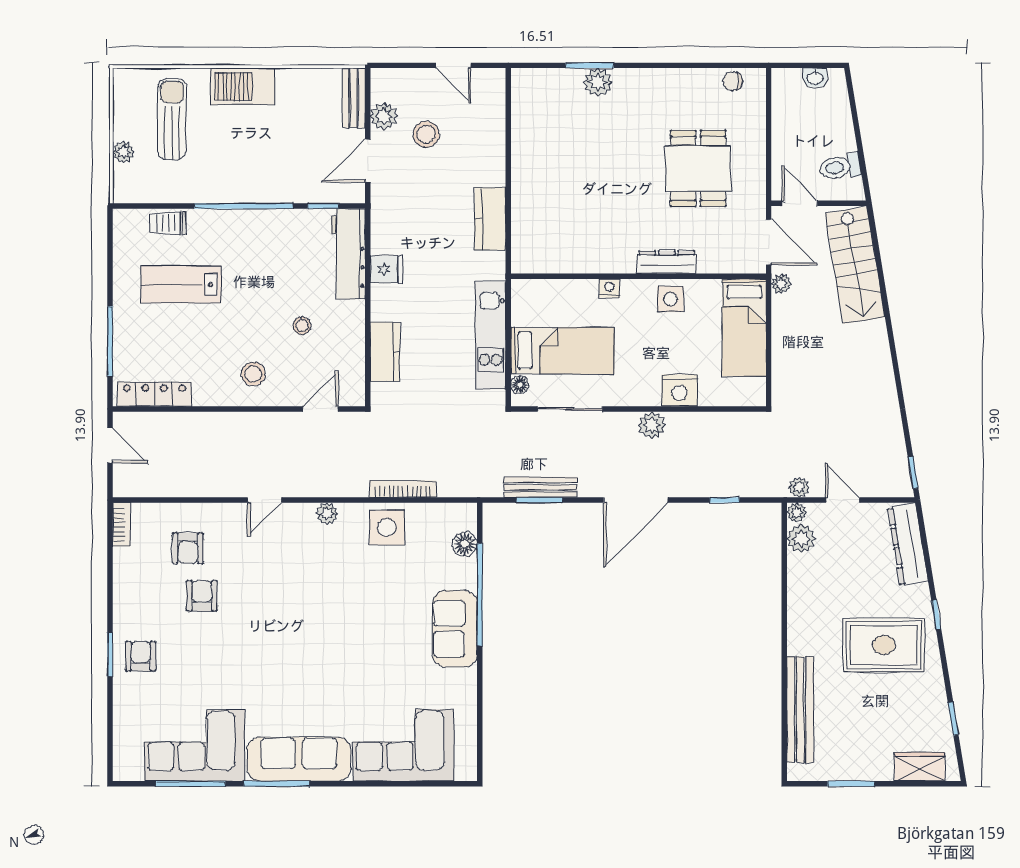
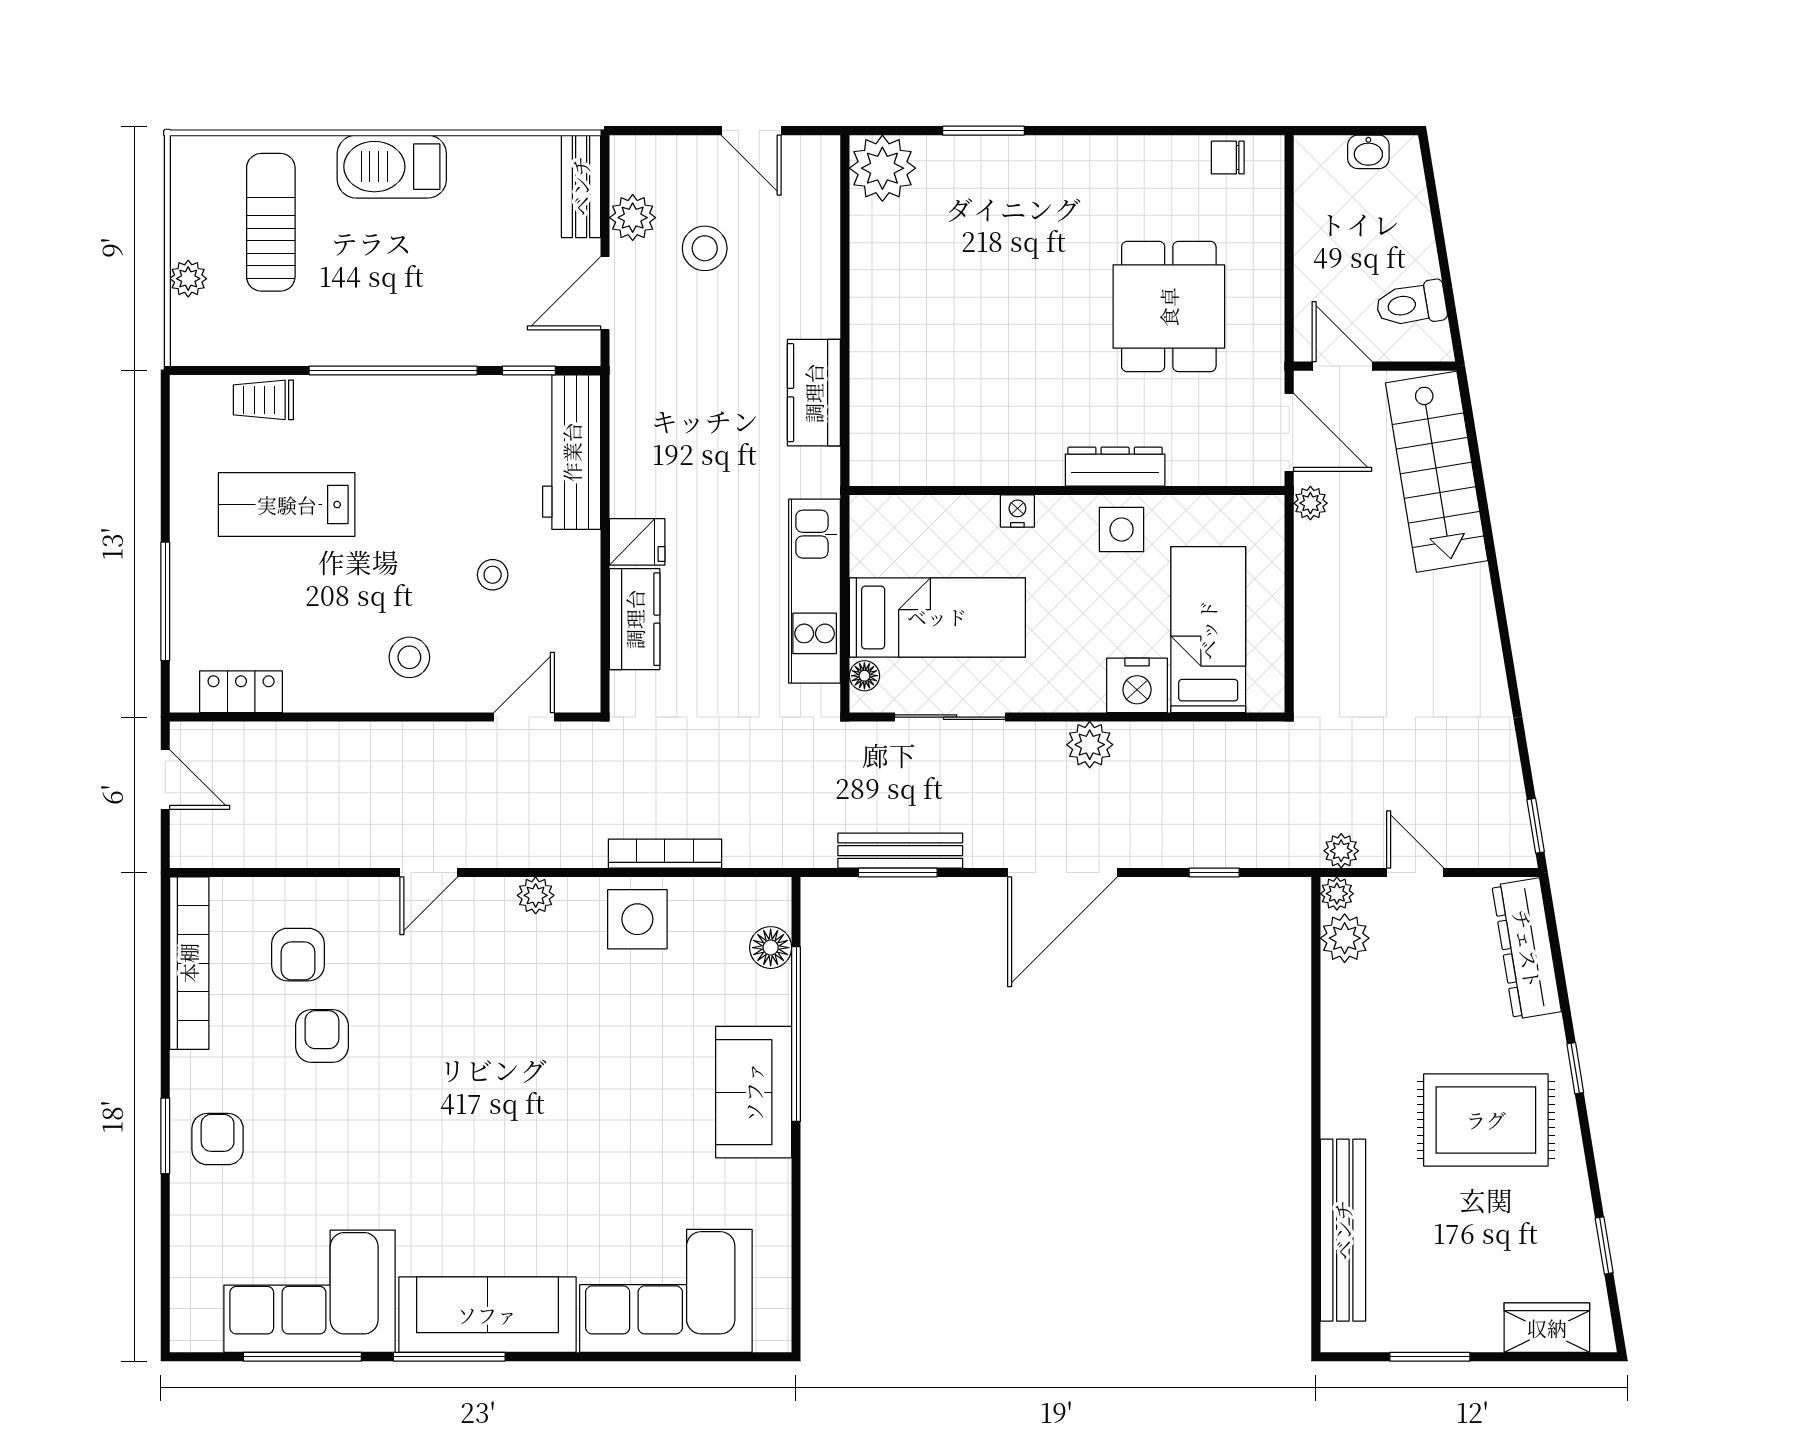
plant: (598, 82) -> (882, 168), moved, width x1.36, depth x1.36
fridge: (387, 269) -> (637, 542), moved
bed: (744, 327) -> (1208, 630), moved, turned 180
locker: (155, 394) -> (241, 692), width x0.66
bookcase: (121, 525) -> (189, 963), width x2.31, depth x1.31

